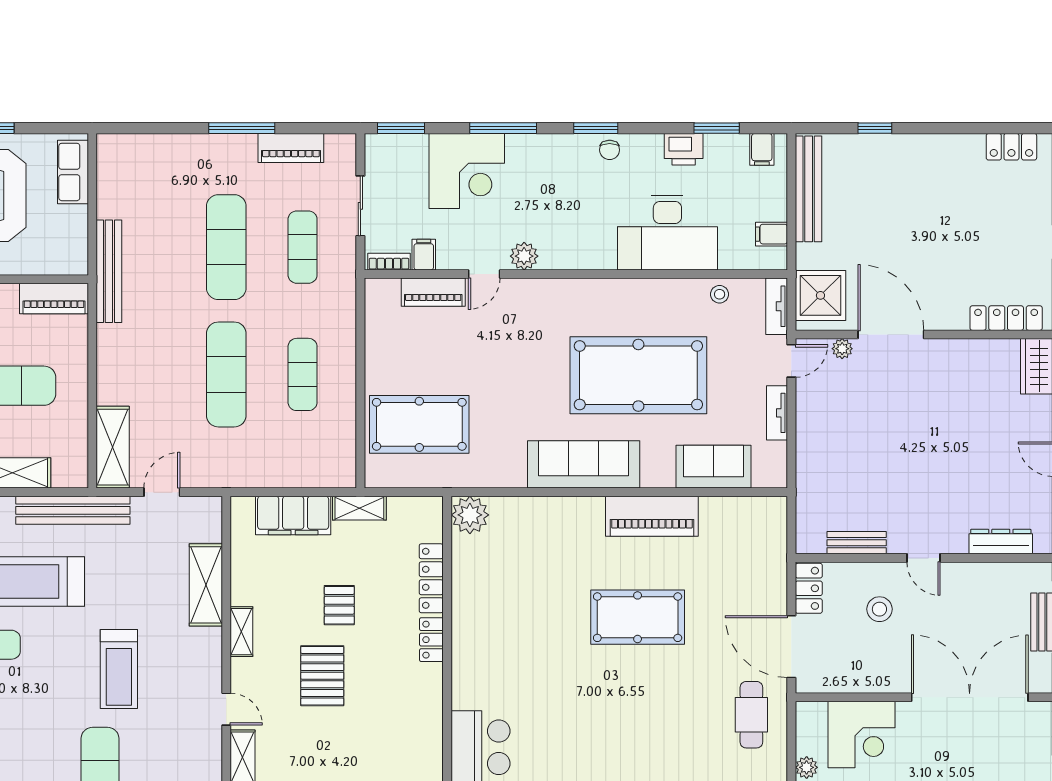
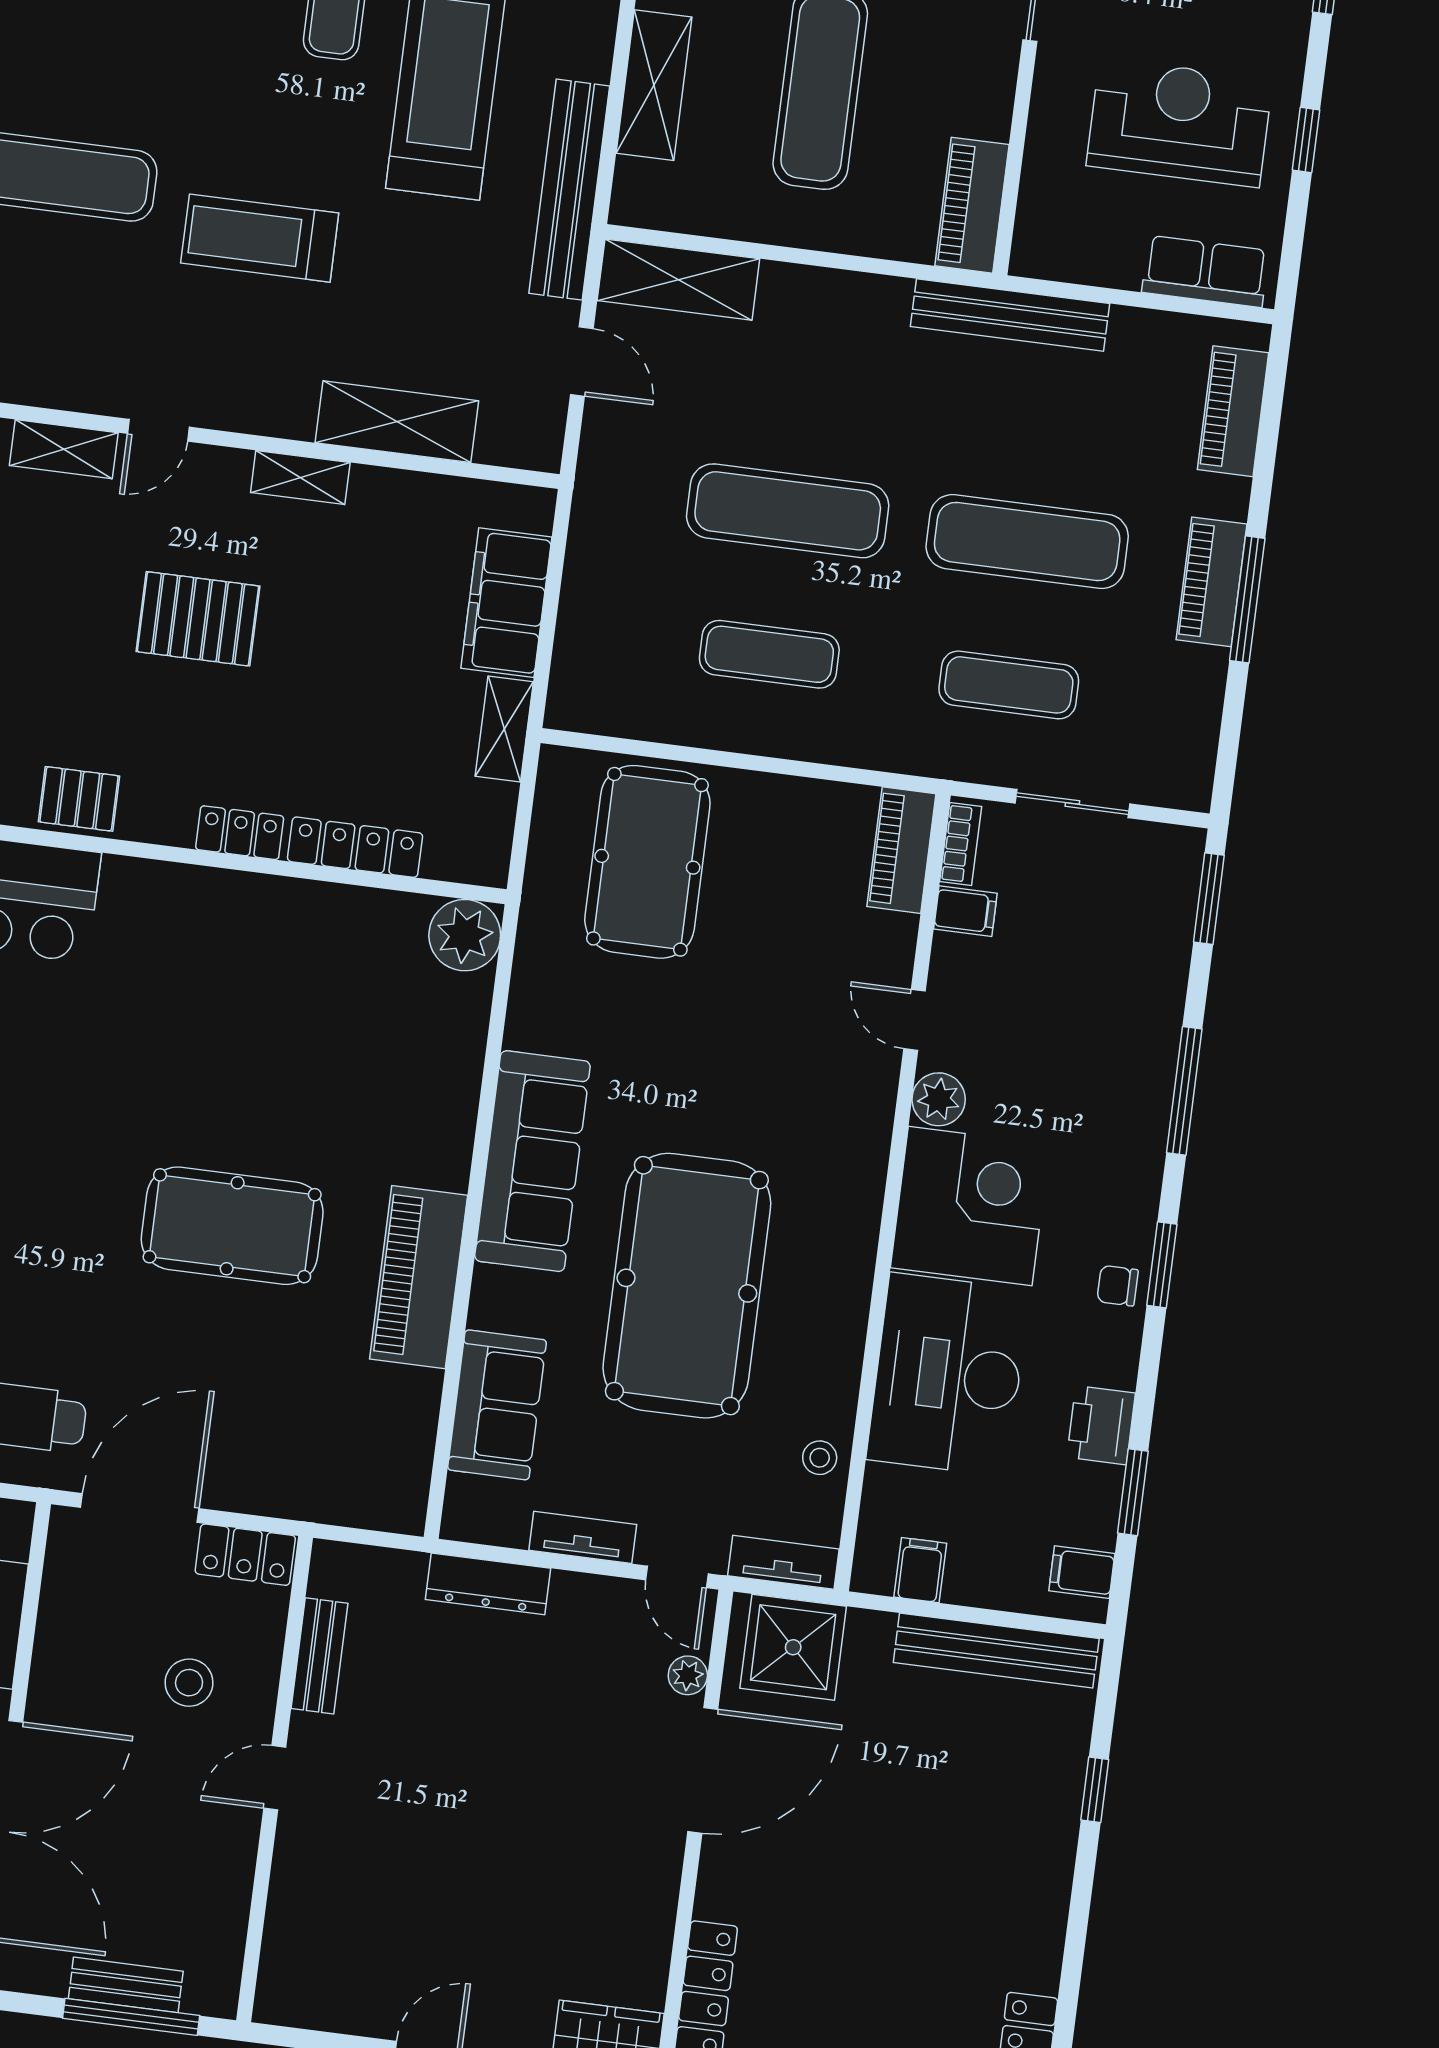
piano: (144, 148) -> (1233, 411), added
piano: (291, 148) -> (1211, 582), moved
corner desk: (467, 171) -> (970, 1206), moved, turned 180
piano: (433, 292) -> (901, 850), moved
dresser: (1001, 542) -> (488, 1584), moved, turned 90
pallet: (339, 605) -> (79, 799), moved
pool table: (638, 617) -> (232, 1226), turned 90

